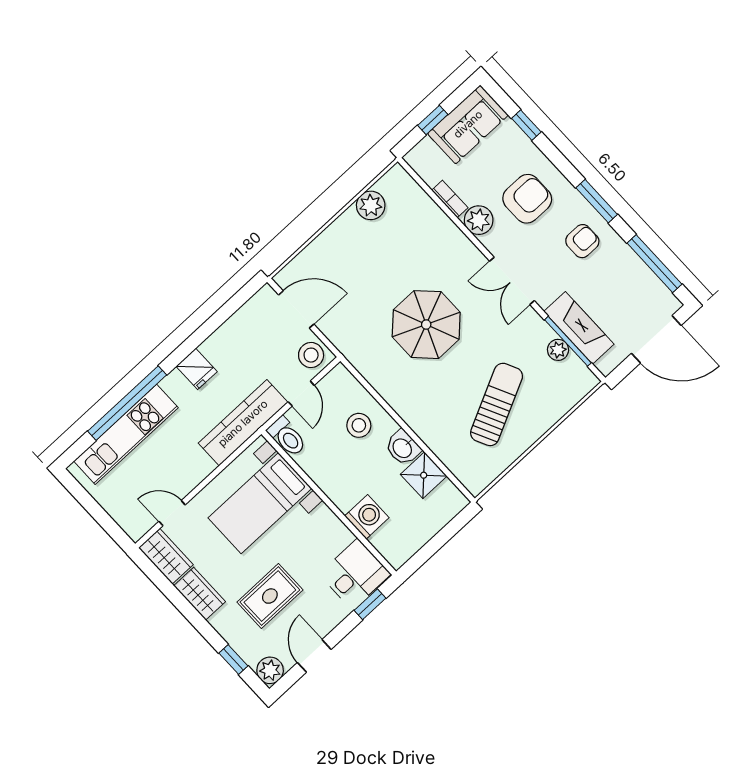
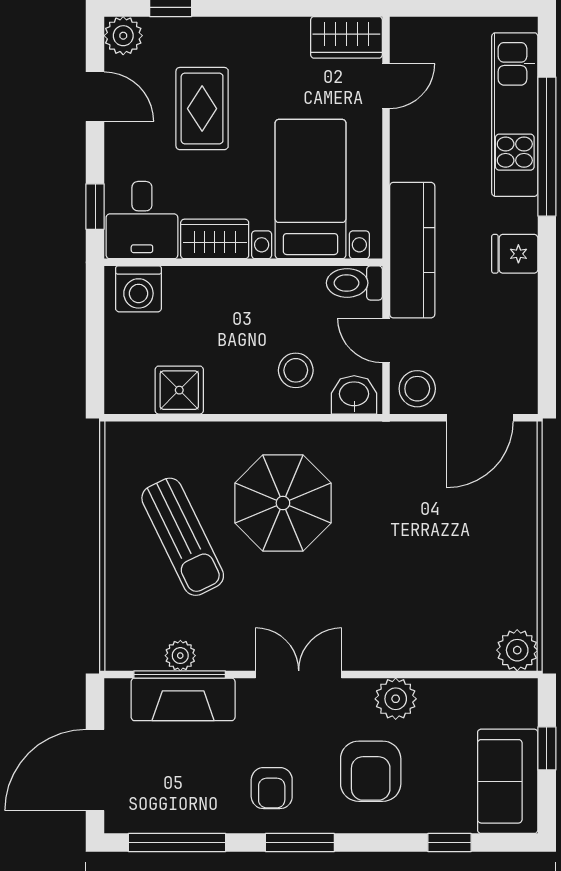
bookcase: (450, 199) -> (446, 689), removed
plant: (371, 205) -> (517, 650), moved
parasol: (426, 325) -> (283, 503), moved
washbasin: (403, 448) -> (354, 395), moved
washing machine: (367, 517) -> (138, 289), moved
wardrobe: (200, 594) -> (215, 239), moved, turned 180

